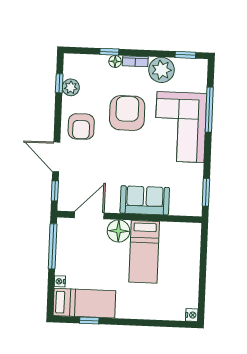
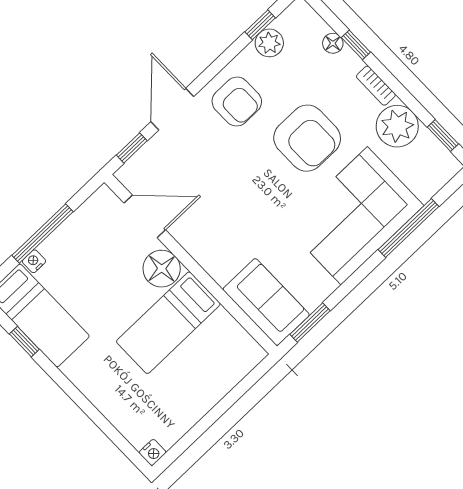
floor lamp: (115, 61) -> (333, 43), moved
armchair: (127, 113) -> (307, 138), turned 90
armchair: (81, 127) -> (237, 102), turned -90
sofa: (145, 200) -> (266, 302), moved
window: (53, 246) -> (43, 234), moved

